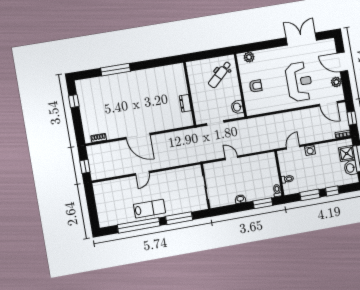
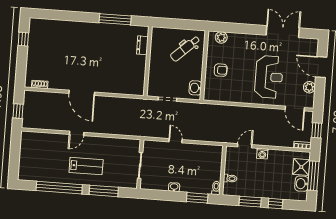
window: (116, 70) -> (115, 19), moved
dresser: (185, 103) -> (142, 45), moved
lab bench: (149, 209) -> (86, 166), moved

